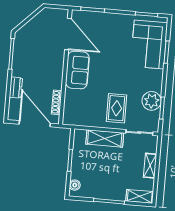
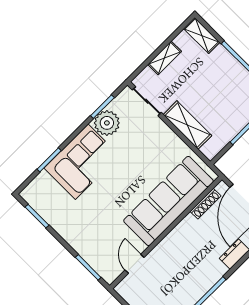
door: (68, 34) -> (135, 264), width x0.53
corner sofa: (149, 44) -> (82, 162), moved
sofa: (77, 70) -> (169, 201), width x1.85, depth x1.27
rug: (117, 108) -> (149, 146), removed

